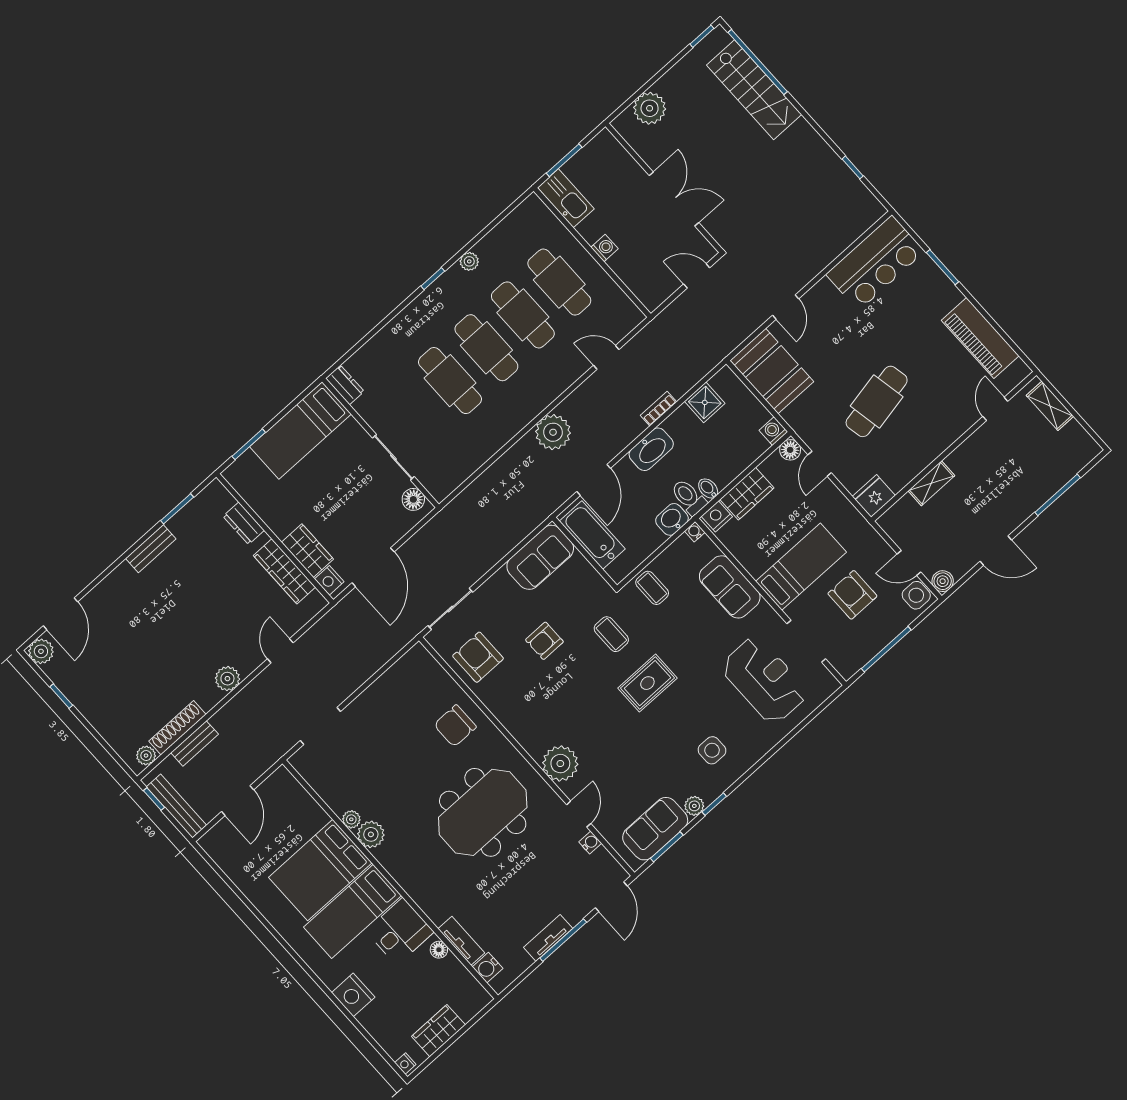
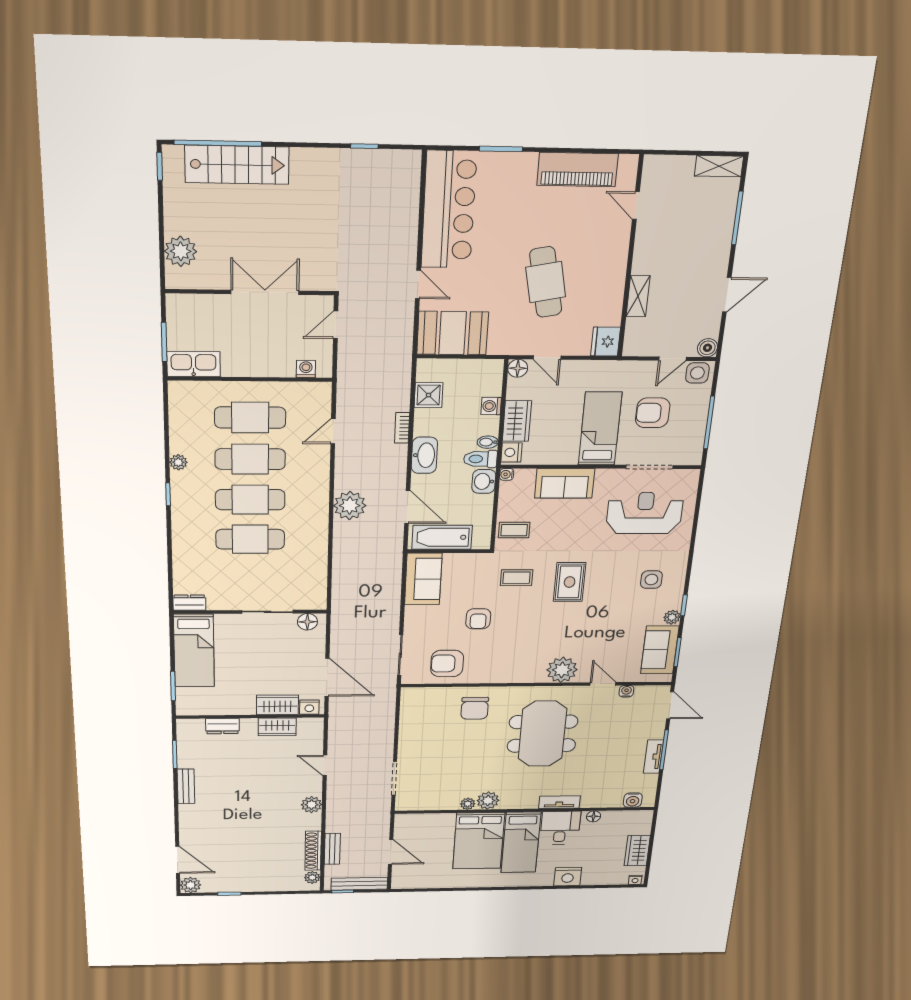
washing machine: (604, 248) -> (306, 369), moved
bar counter: (875, 263) -> (449, 210), width x1.36
shelving: (1050, 406) -> (719, 166), moved
washing machine: (773, 431) -> (491, 406), moved
wardrobe: (284, 571) -> (277, 727), width x0.67
tv unit: (461, 941) -> (559, 802), moved

